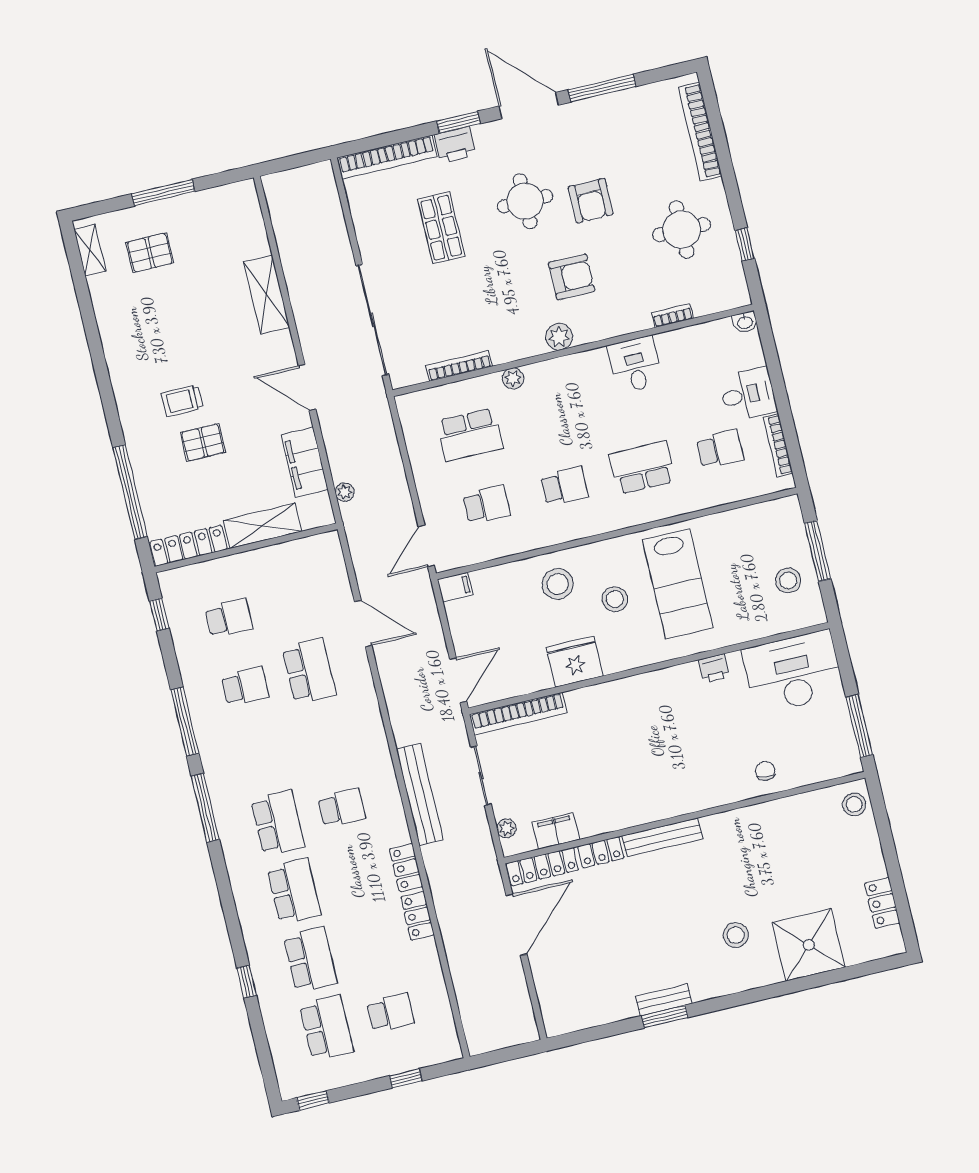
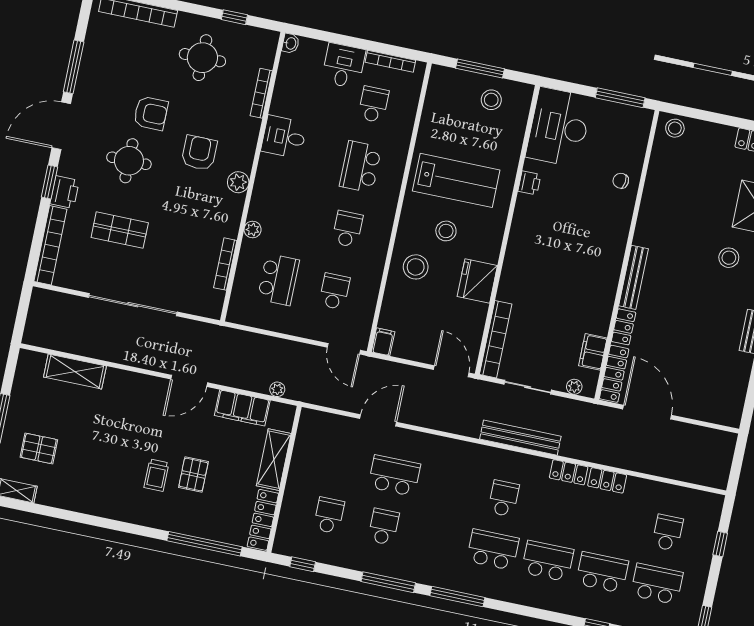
pallet: (150, 253) -> (39, 448), turned 90
shelving: (267, 295) -> (75, 372), moved
bookcase: (673, 316) -> (261, 93), width x1.56
sliding door: (372, 320) -> (133, 305), moved

